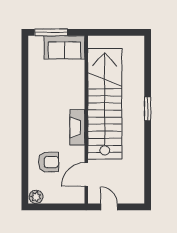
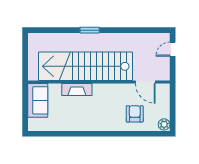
window: (51, 32) -> (25, 112), removed
fireplace: (77, 127) -> (77, 89), moved
door: (109, 207) -> (173, 49), moved

